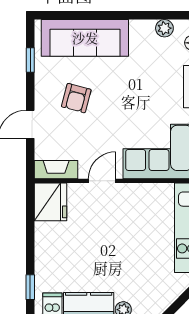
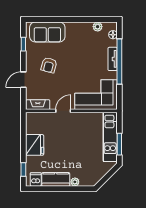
sofa: (85, 38) -> (47, 32), width x0.73
fridge: (50, 202) -> (35, 145), moved

